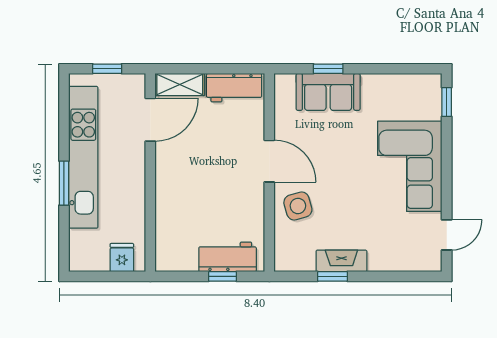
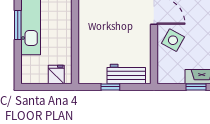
side table: (298, 206) -> (173, 40), turned 45
window: (222, 276) -> (110, 87), moved

